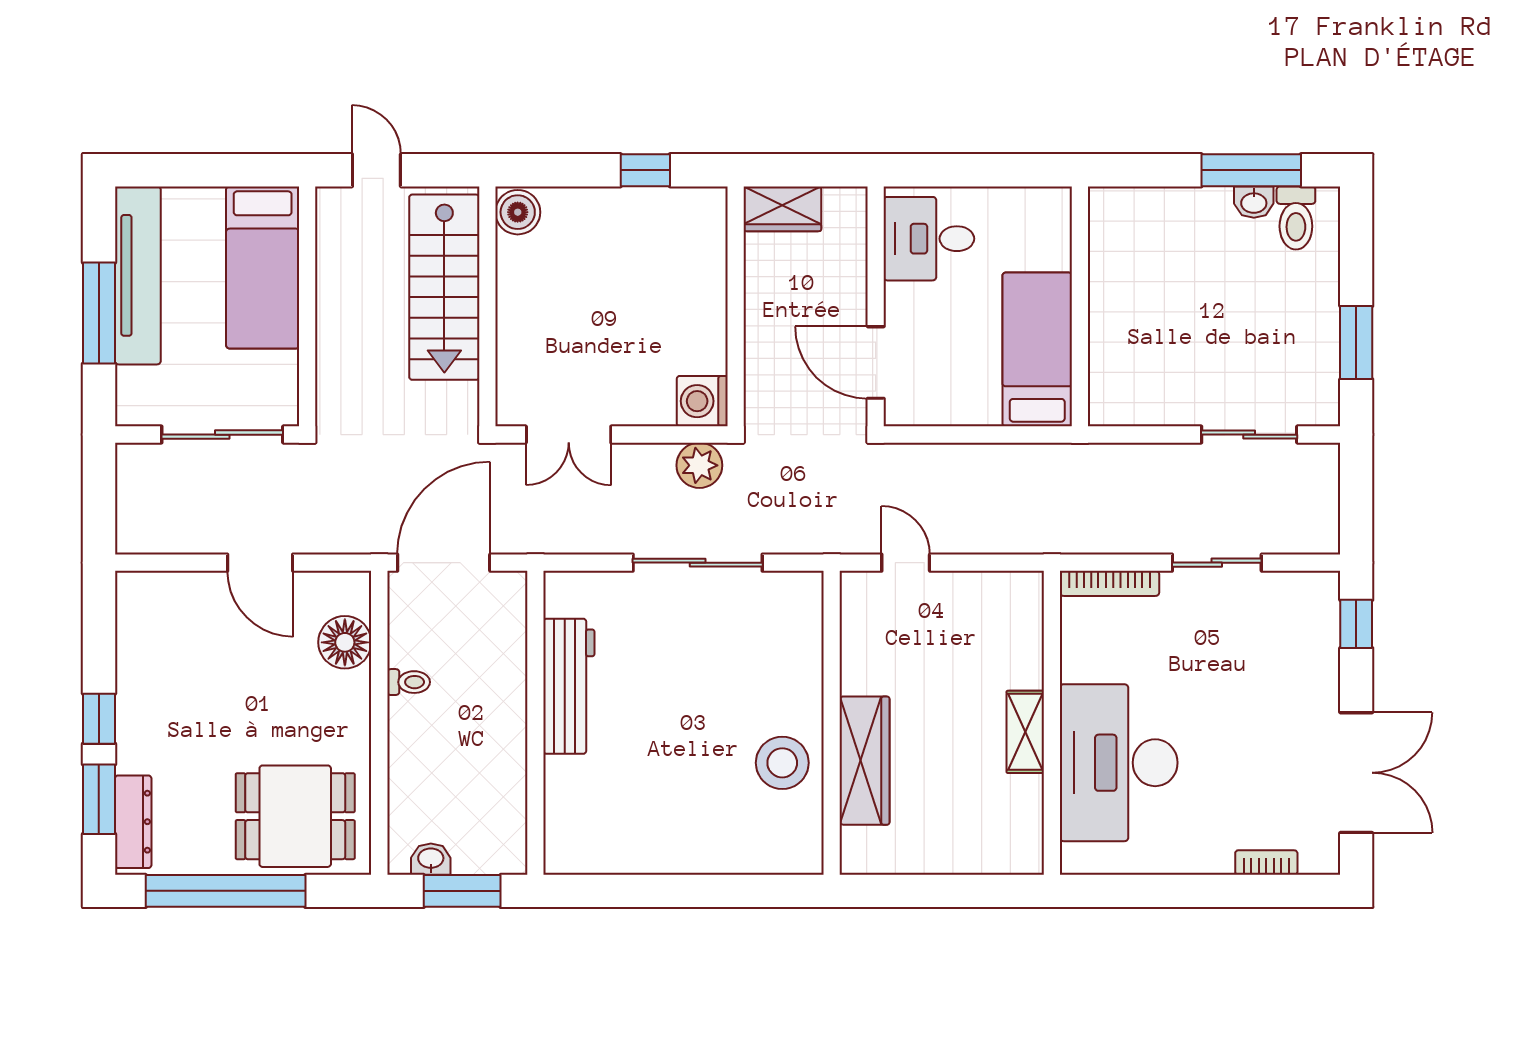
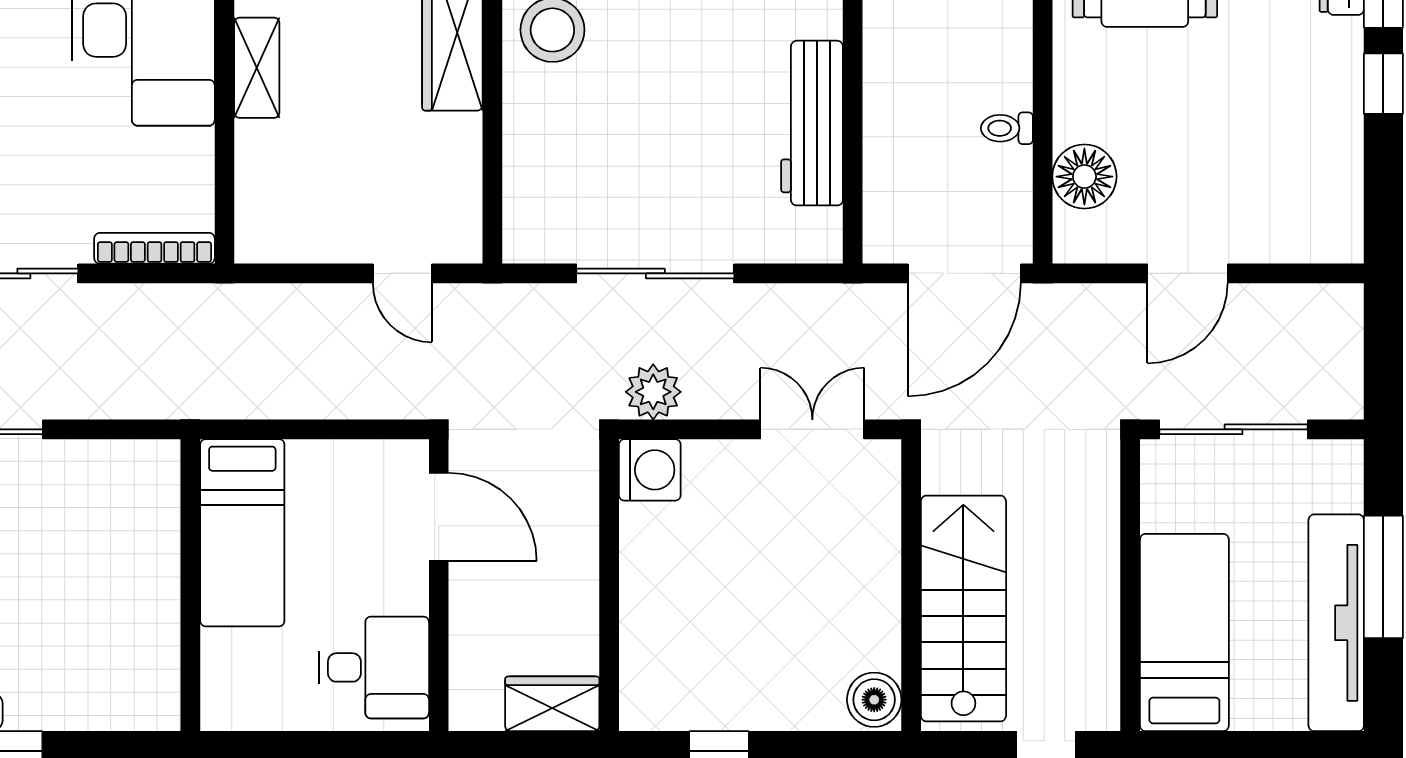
door: (260, 563) -> (1187, 273), swing flipped

